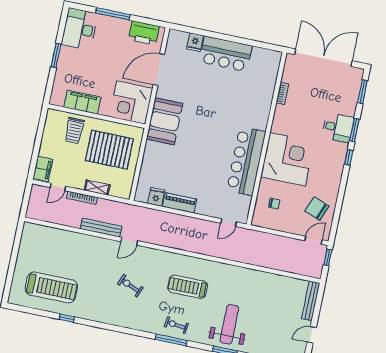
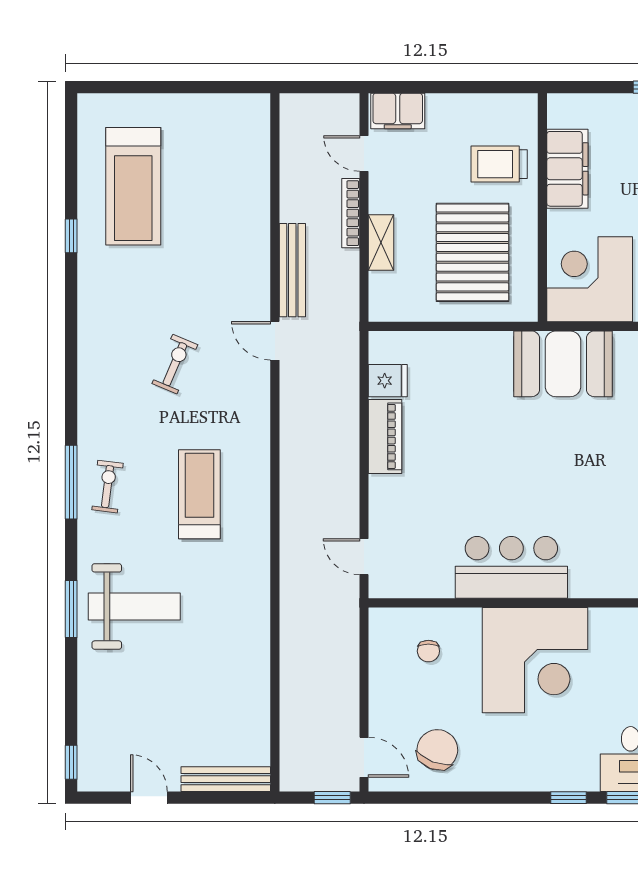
bar counter: (246, 161) -> (511, 567), width x0.73

